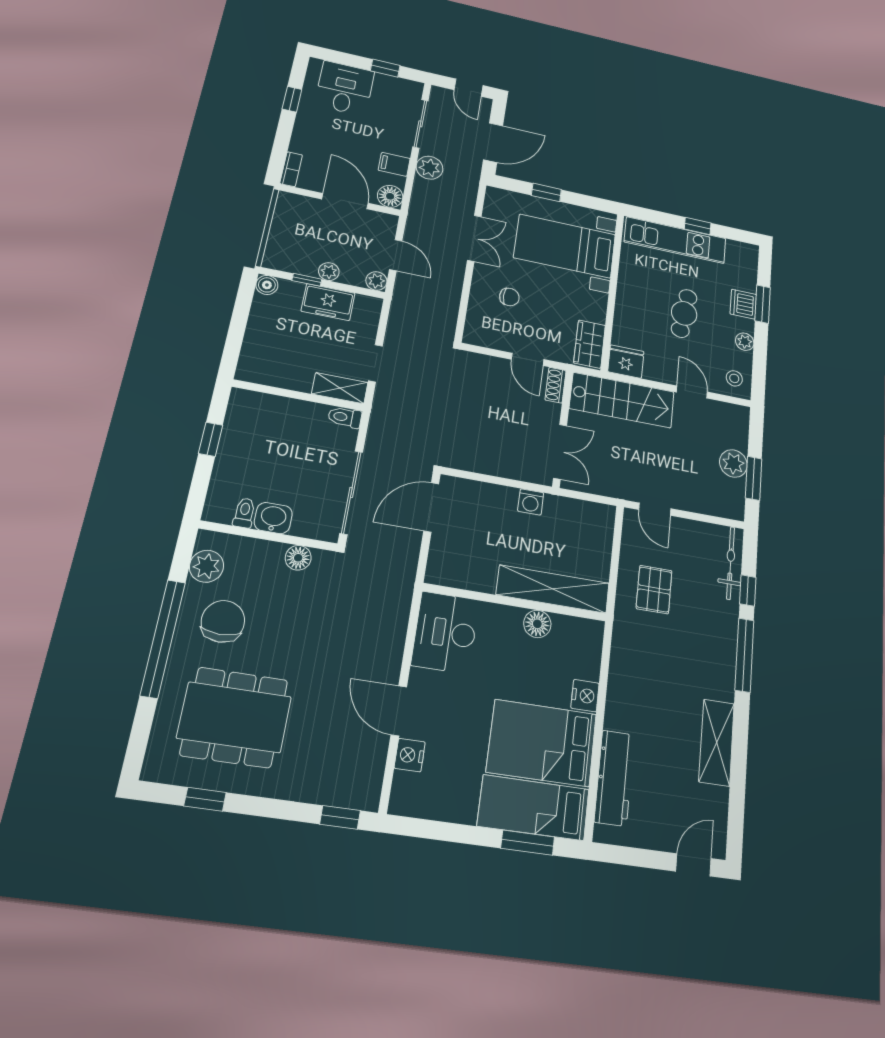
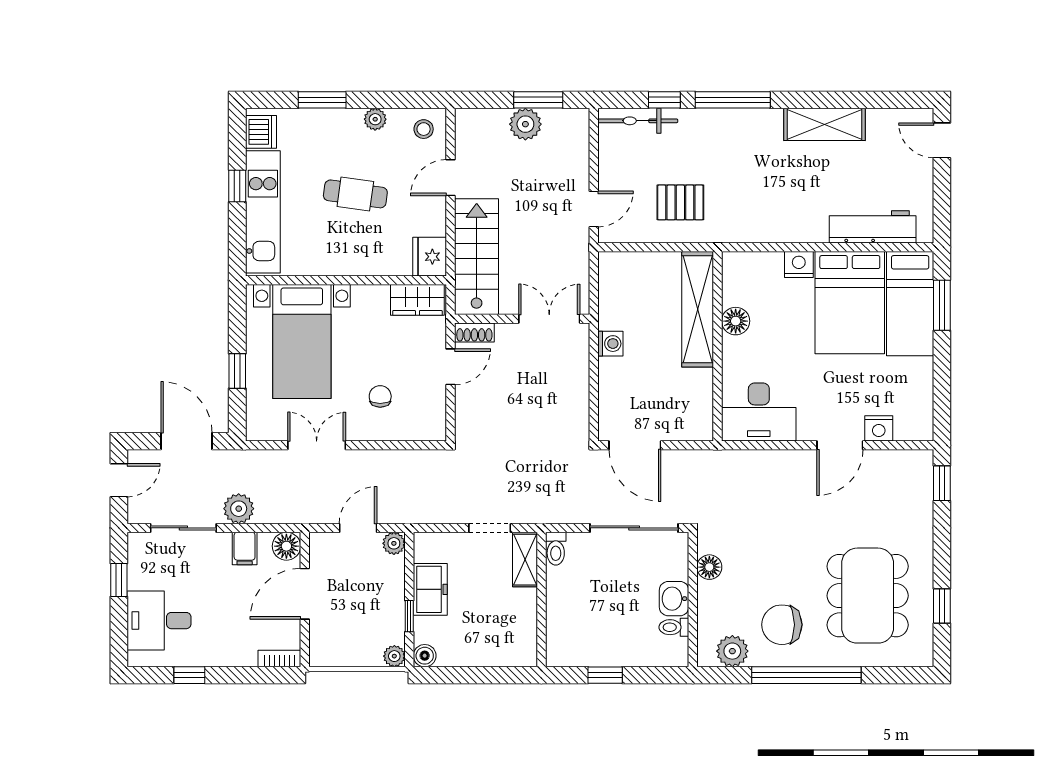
plant: (329, 272) -> (394, 656), moved
dishwasher: (743, 304) -> (261, 132), moved, turned -90

